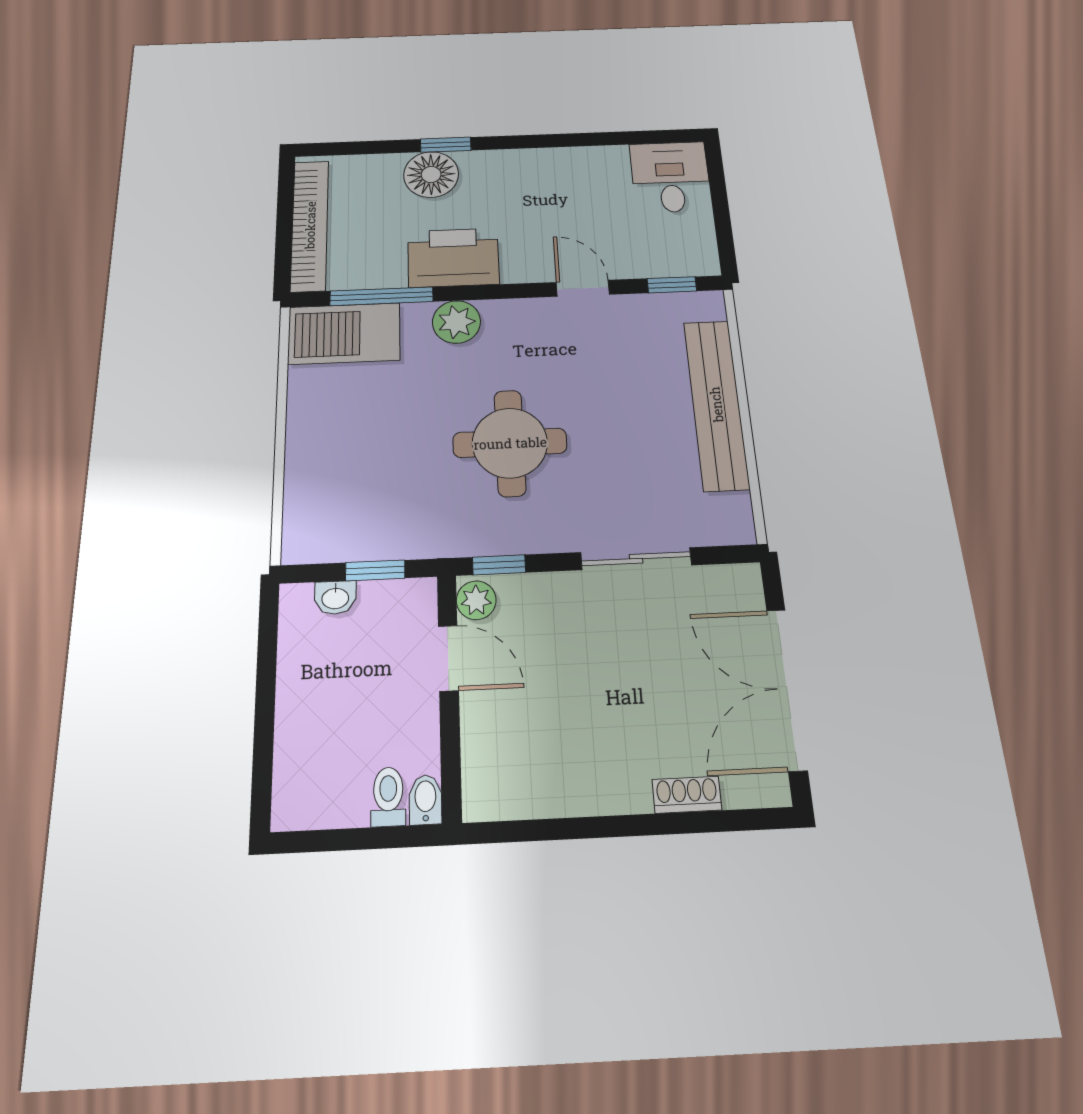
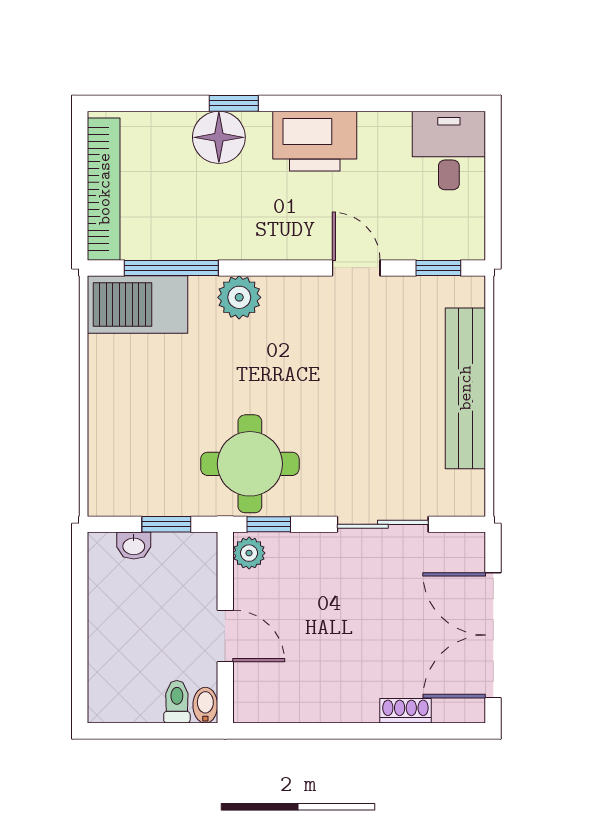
printer: (453, 258) -> (315, 141), moved, turned 180
round table: (510, 443) -> (250, 464), moved
door: (448, 658) -> (225, 636), moved

